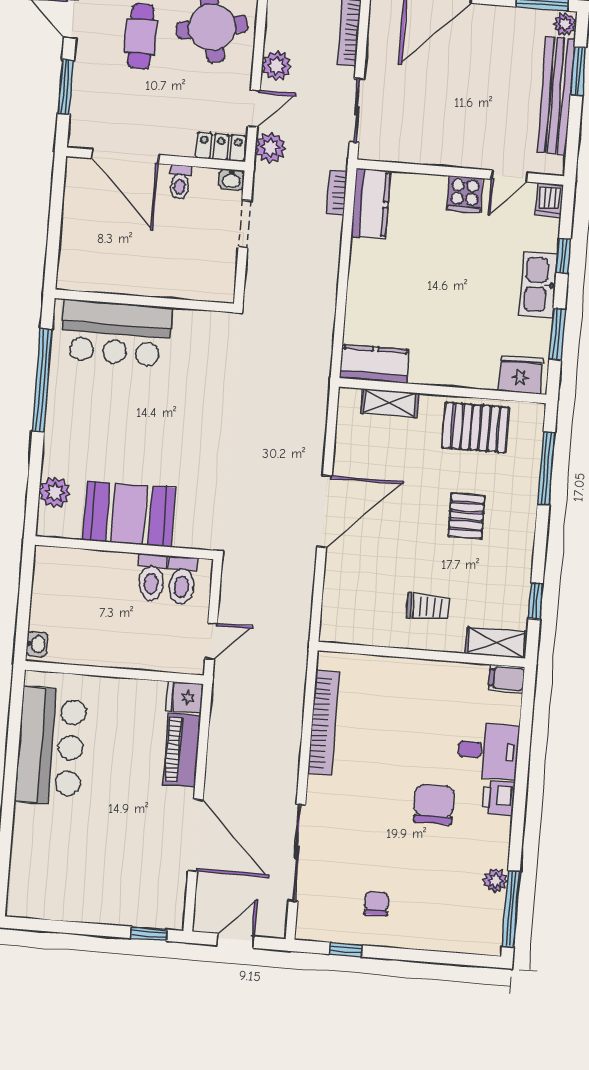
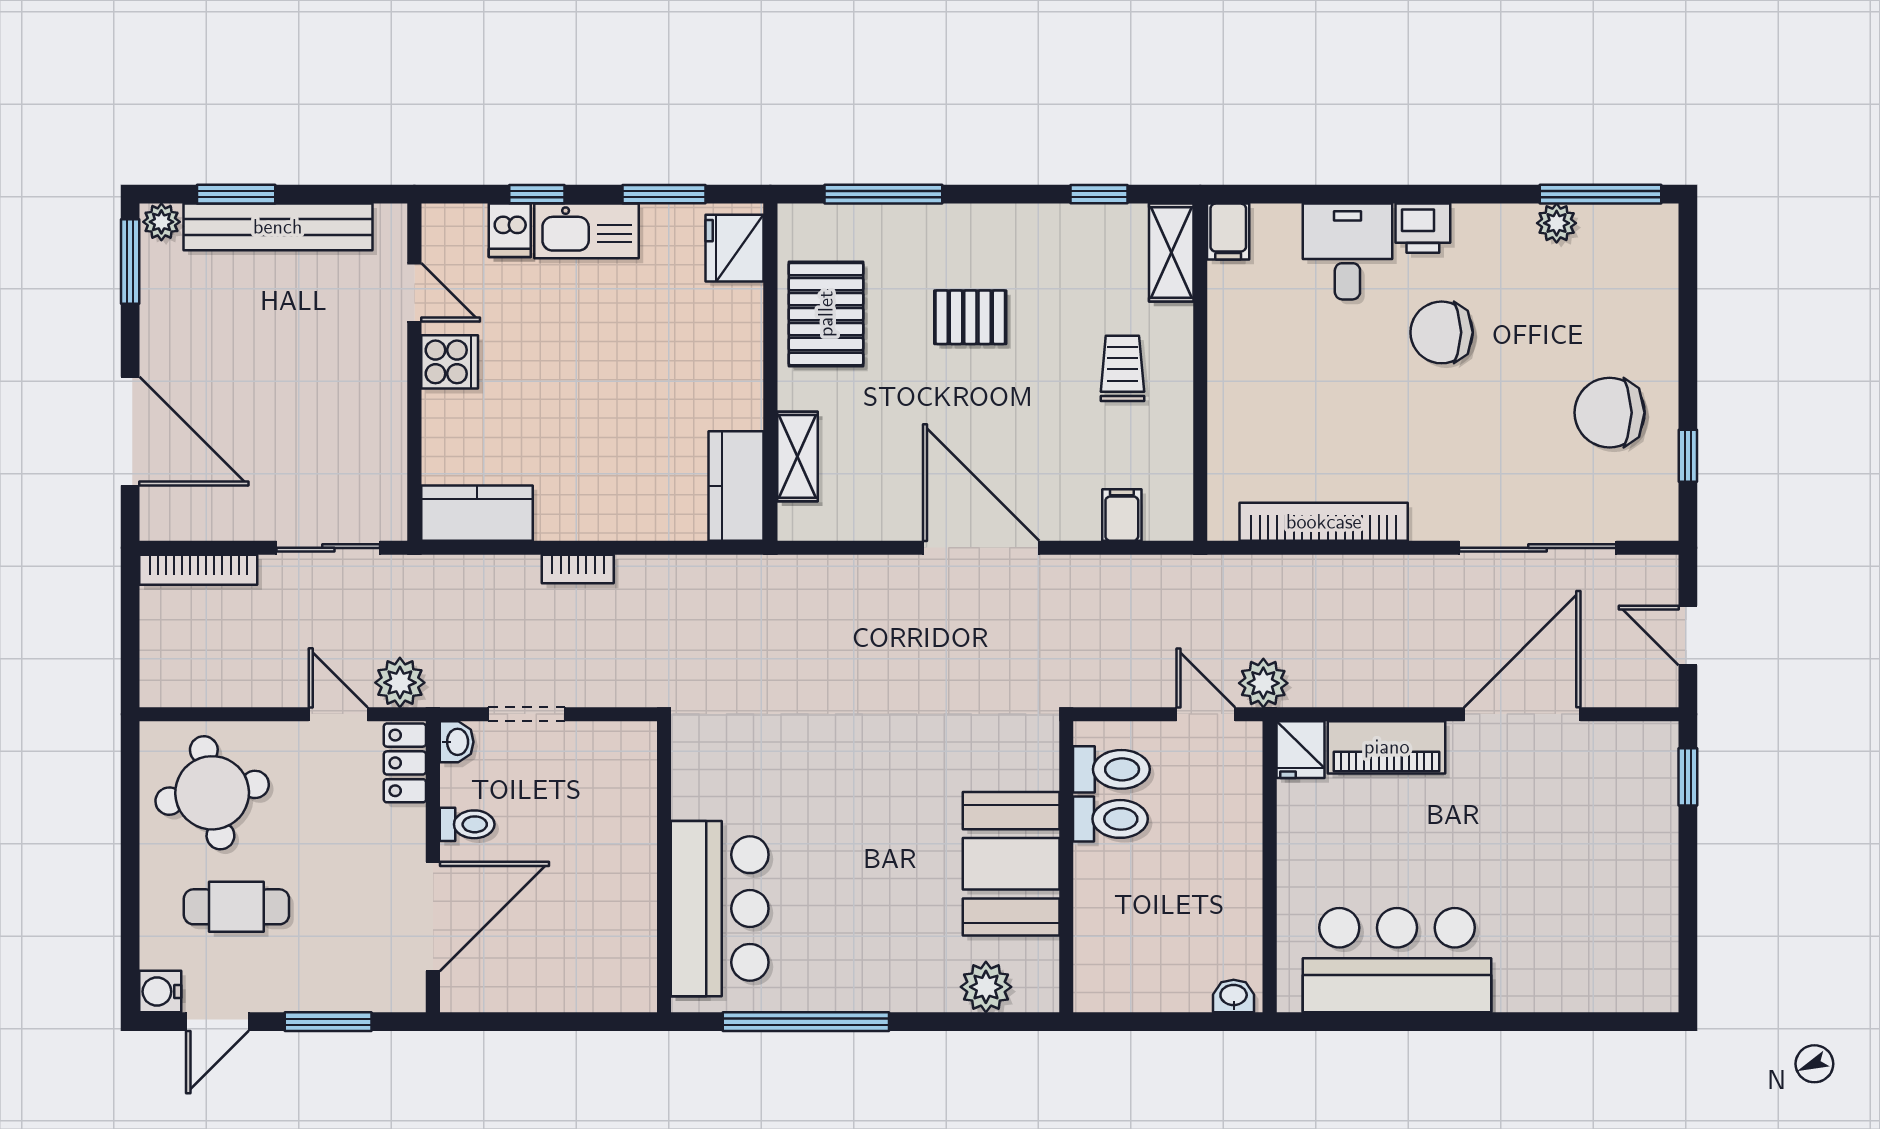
plant: (277, 66) -> (1263, 683), moved
bookcase: (337, 193) -> (578, 569), moved
dishwasher: (549, 200) -> (510, 230), moved, turned 90
filing cabinet: (338, 599) -> (1122, 515), added
chair: (376, 904) -> (1610, 413), width x1.87, depth x1.87

